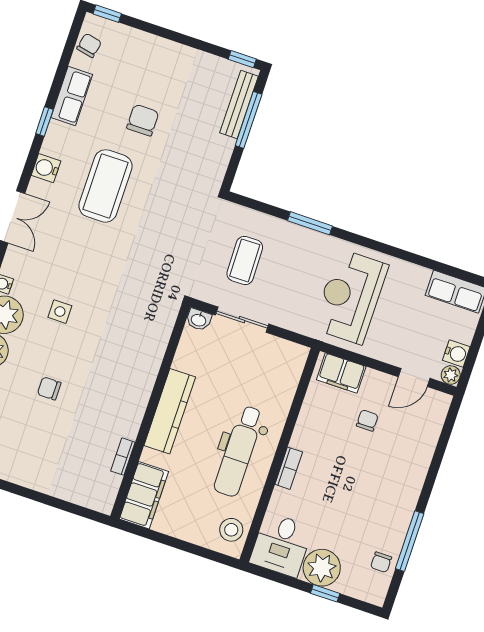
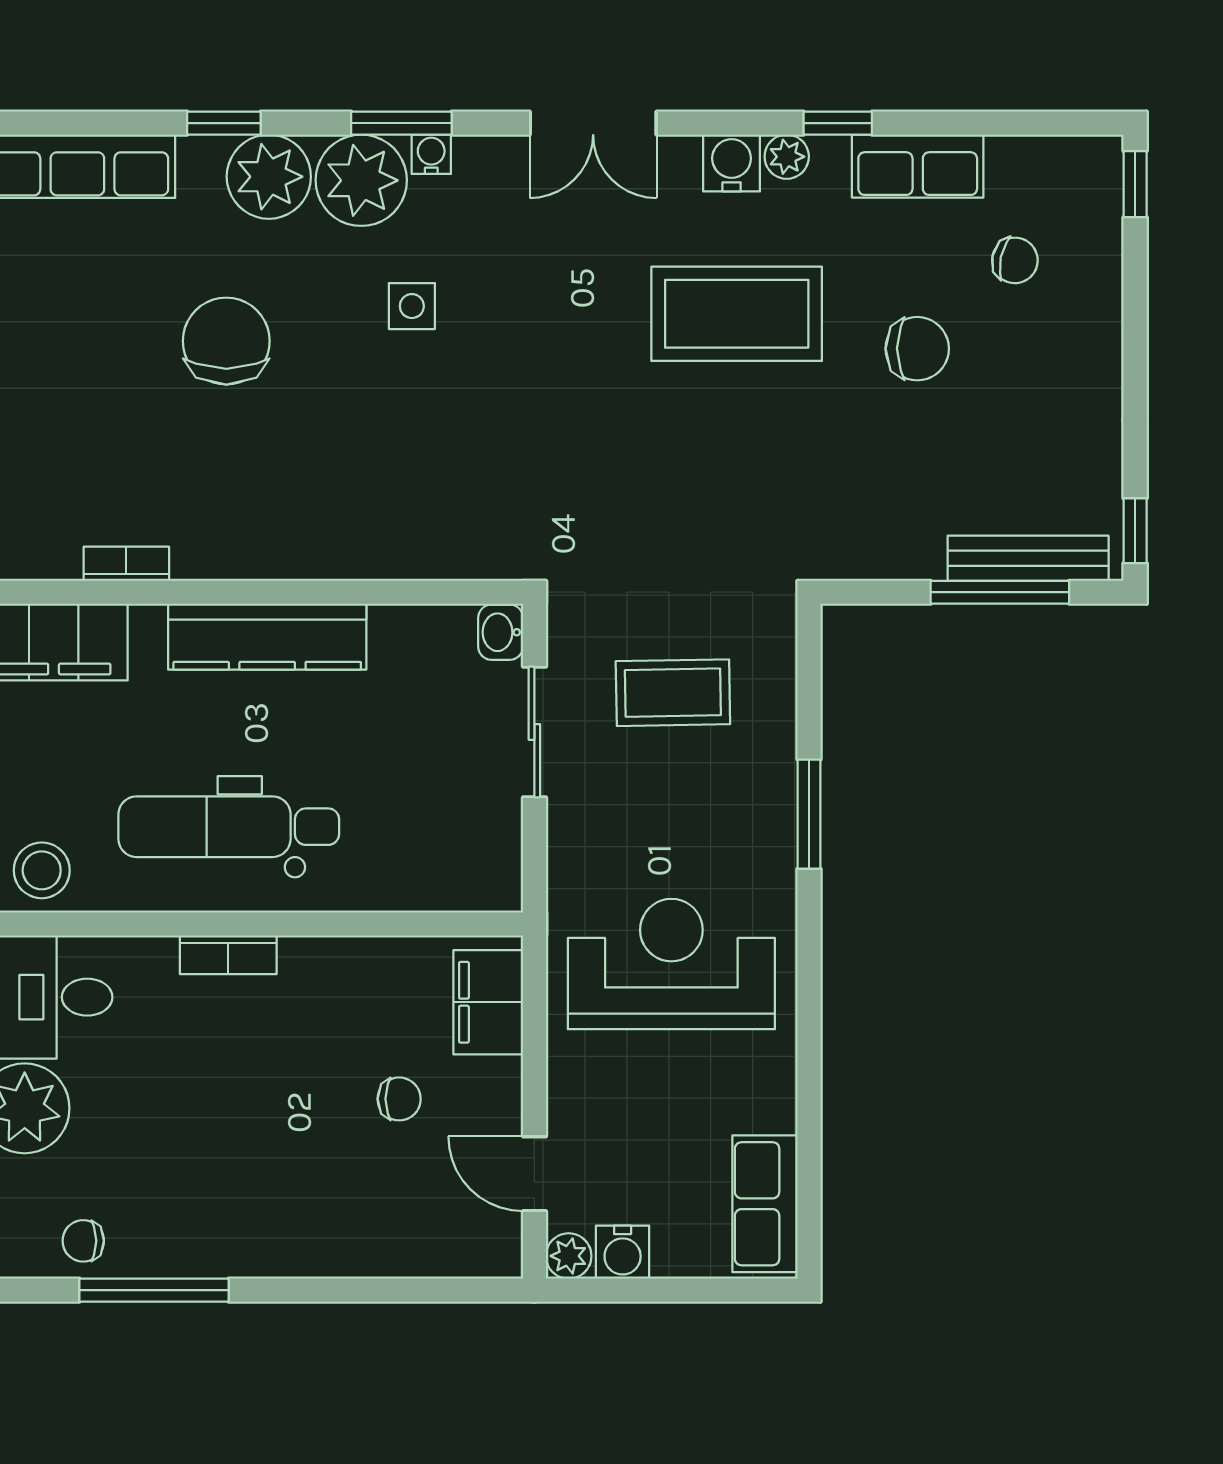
chair: (89, 45) -> (1015, 260), moved
plant: (51, 146) -> (787, 157), added
chair: (49, 388) -> (226, 341), width x1.87, depth x1.87

